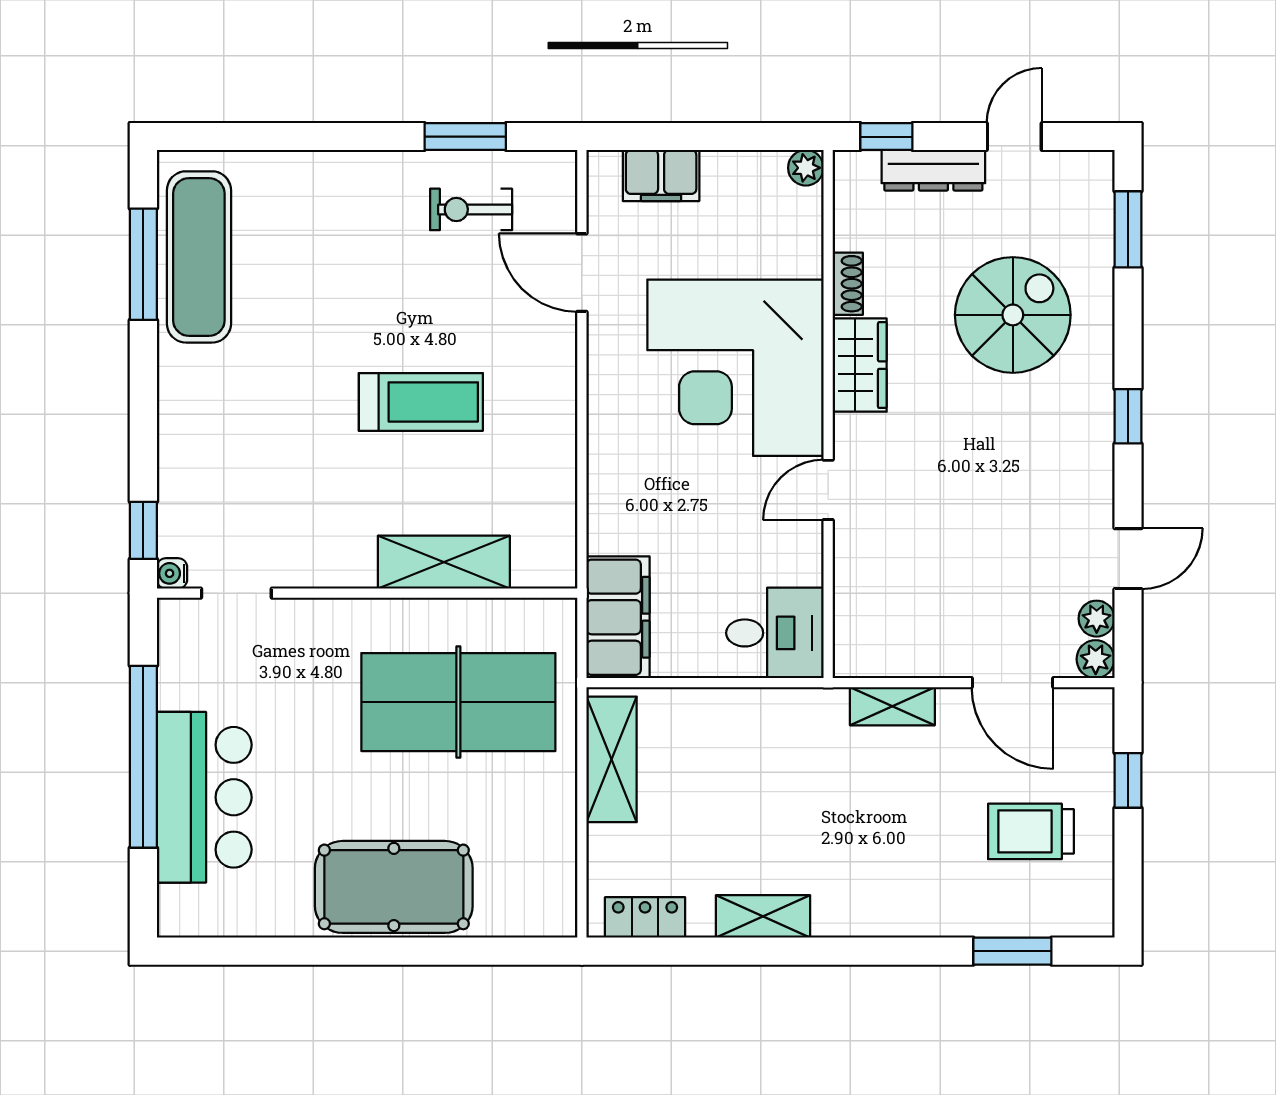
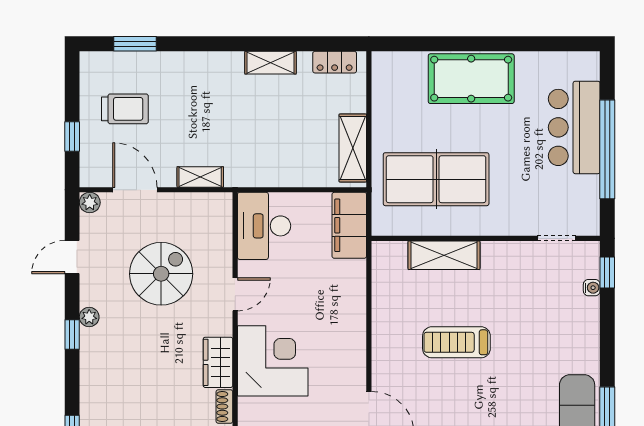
spiral stairs: (1013, 315) -> (161, 274), moved, turned 180
corner desk: (735, 368) -> (273, 361), width x0.74, depth x0.74
water cooler: (172, 573) -> (592, 288), moved
plant: (1097, 619) -> (89, 317), moved
desk: (775, 633) -> (264, 226), width x1.37

